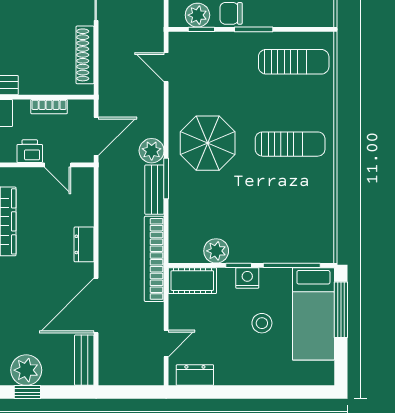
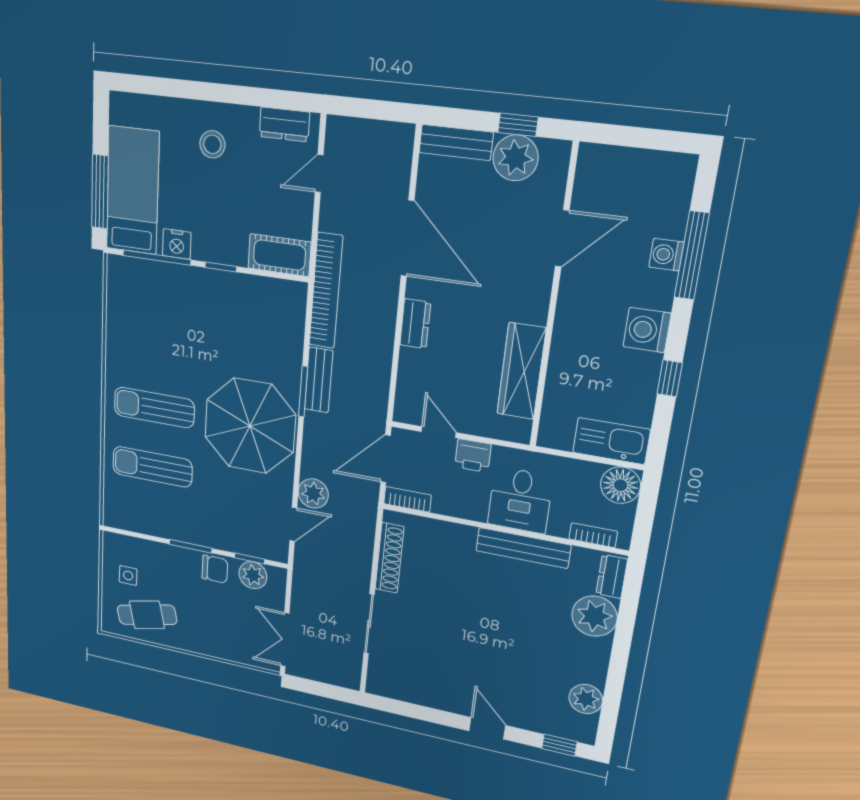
sun lounger: (294, 62) -> (152, 467), moved
door: (166, 67) -> (293, 524), hinge flipped
bookcase: (49, 107) -> (407, 499), moved
parasol: (208, 143) -> (250, 426), width x1.36, depth x1.36
plant: (152, 151) -> (313, 494), moved
plant: (216, 251) -> (247, 290), removed
nightstand: (247, 278) -> (177, 244), moved
door: (96, 306) -> (408, 238), hinge flipped
stool: (262, 323) -> (212, 144), moved
bench: (84, 360) -> (456, 142), moved, turned 90

